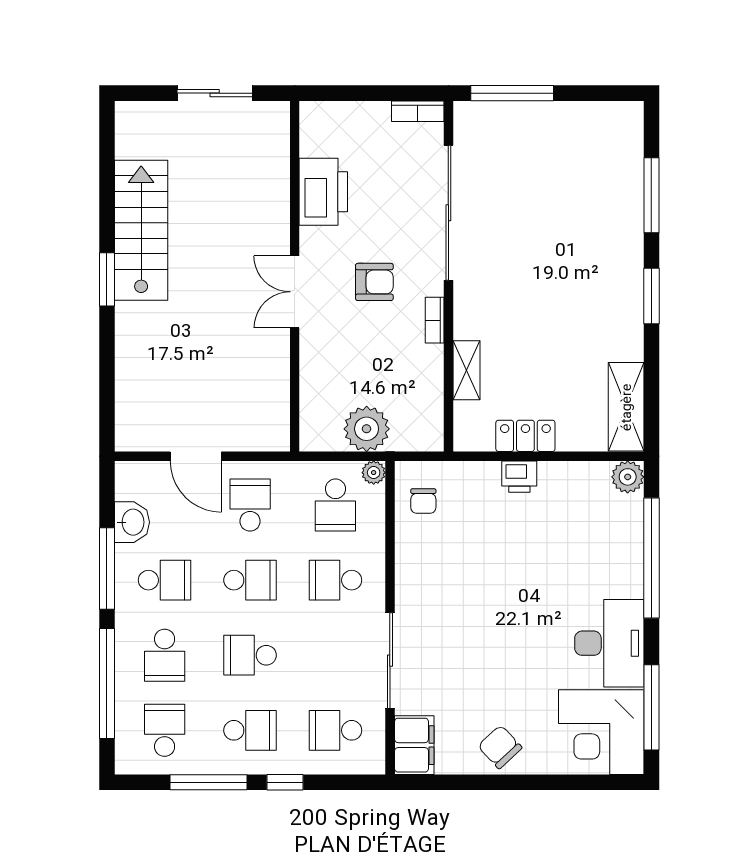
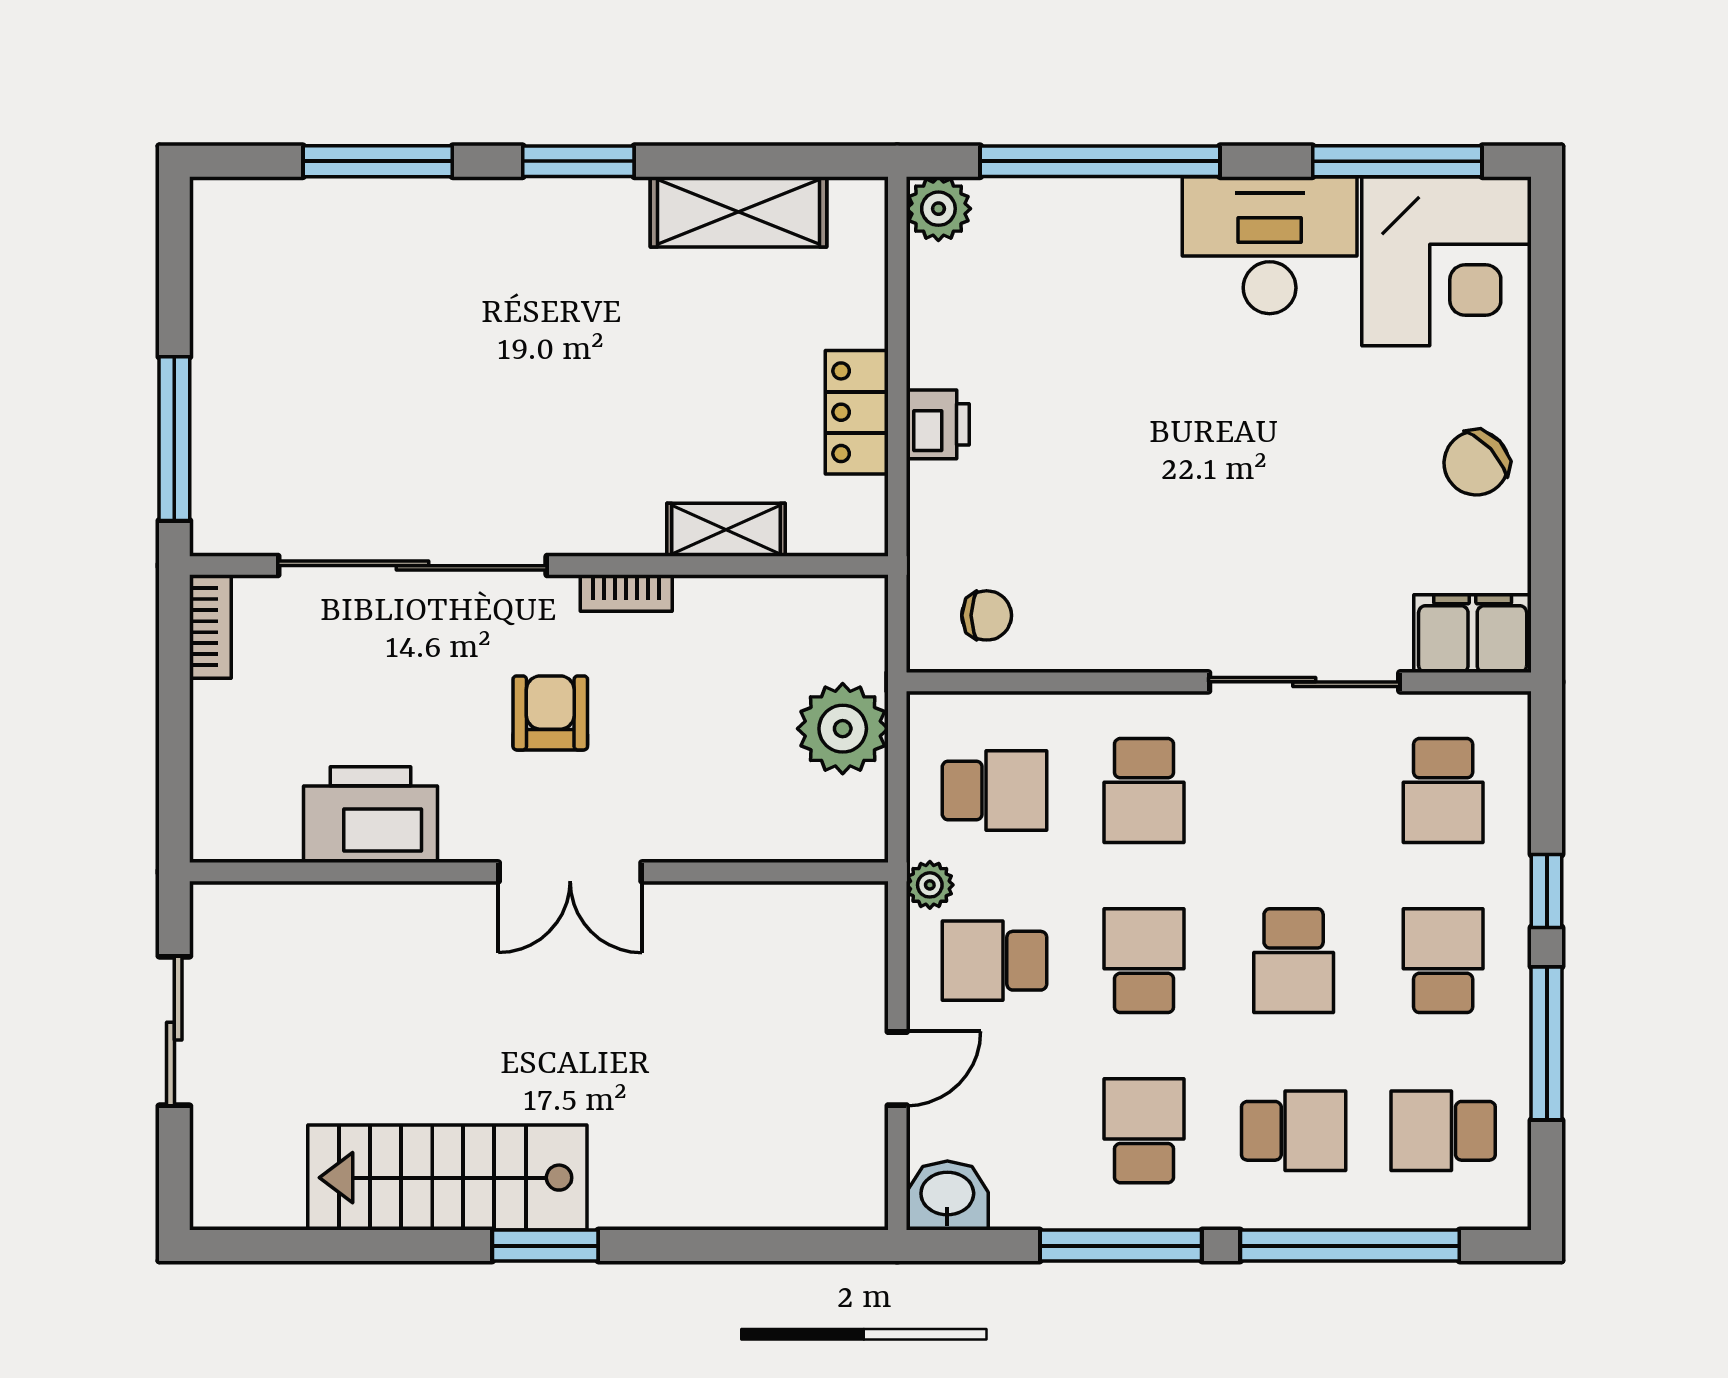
shelving: (626, 407) -> (738, 212), moved
door: (196, 456) -> (897, 1069), width x0.73
plant: (374, 473) -> (930, 885), moved
washbasin: (132, 522) -> (947, 1196), moved

